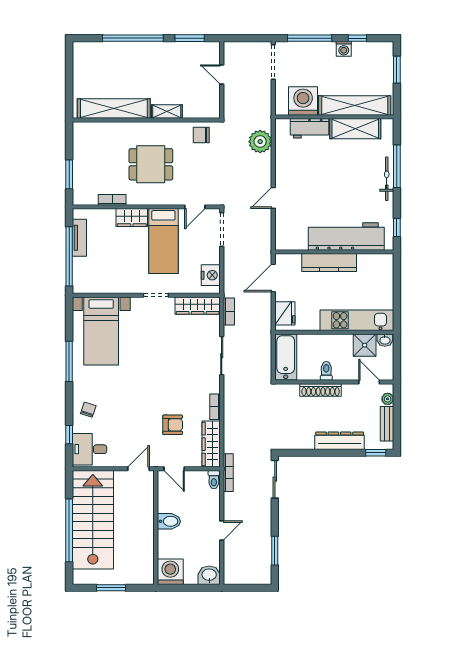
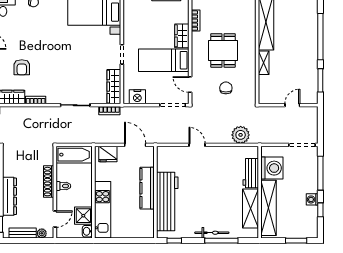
chair: (201, 135) -> (226, 88), moved

